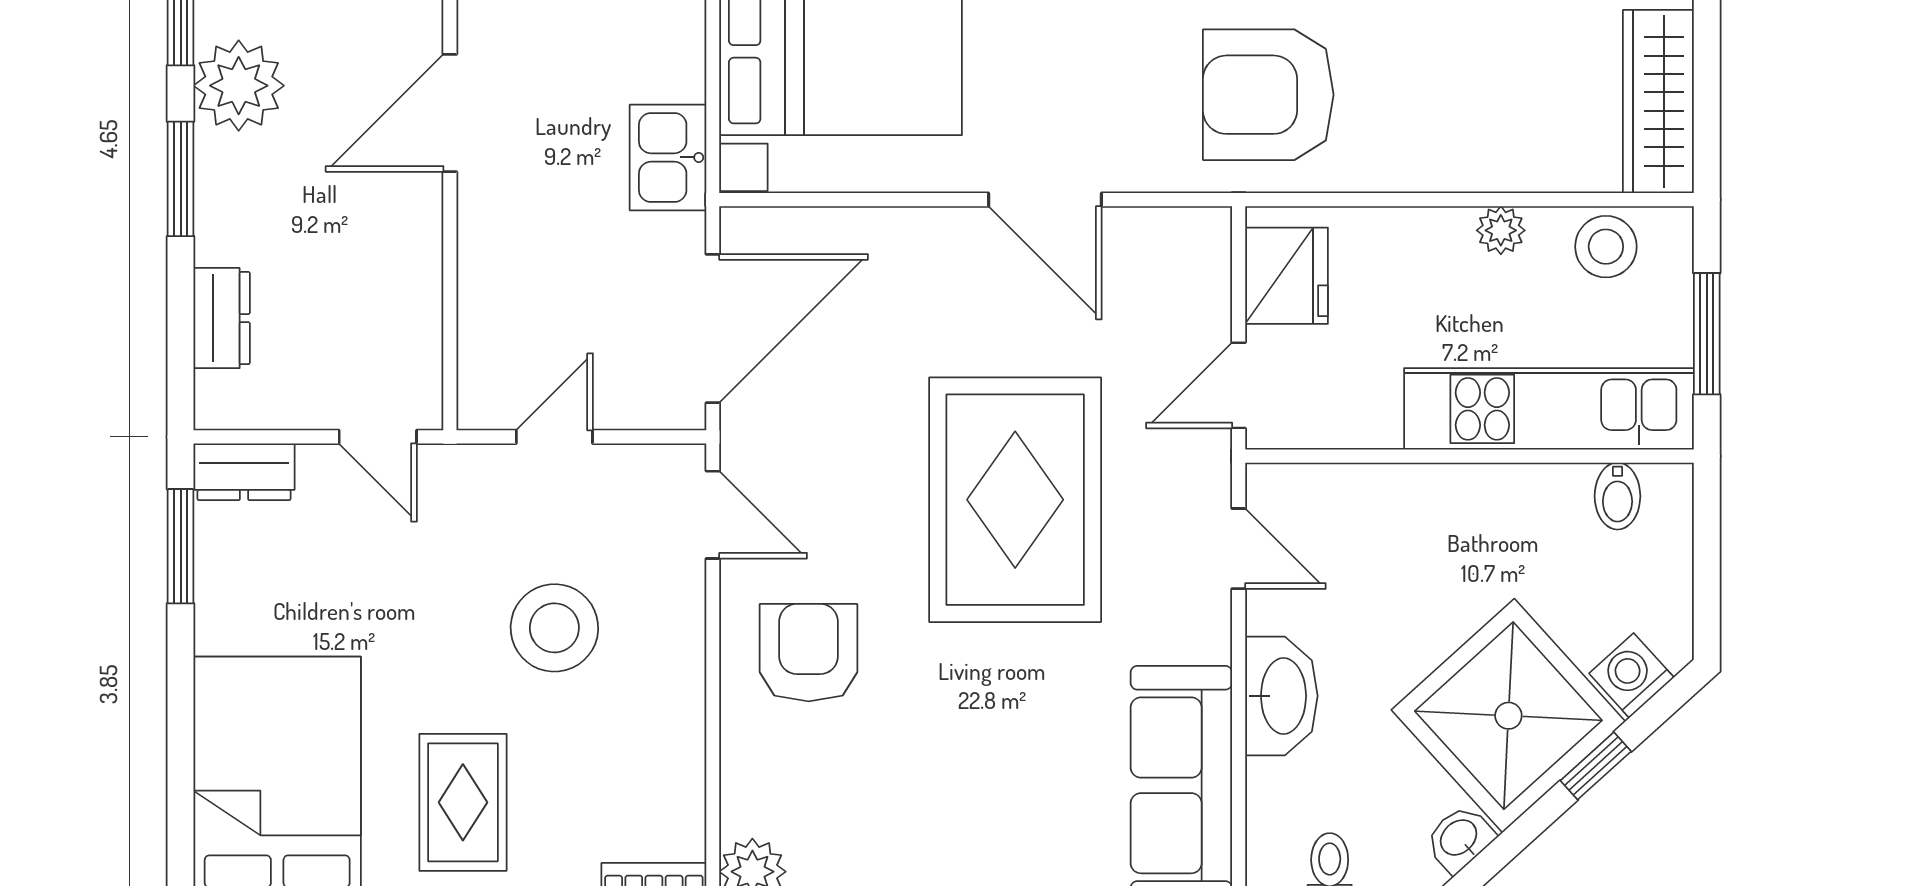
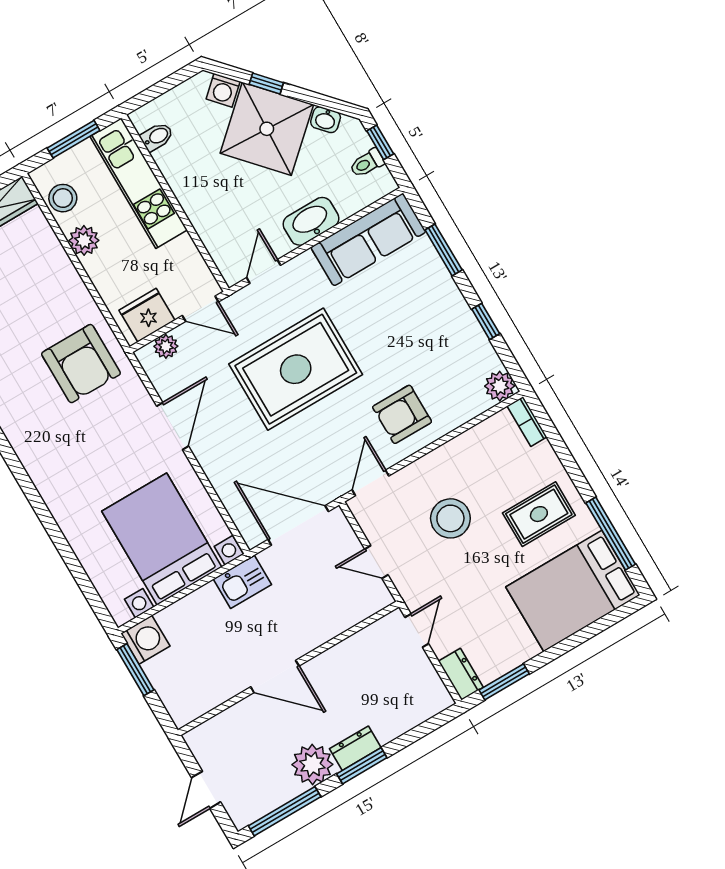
plant: (1501, 230) -> (84, 240), width x1.38, depth x1.38
plant: (1205, 277) -> (166, 346), added
dresser: (222, 318) -> (355, 748), moved

